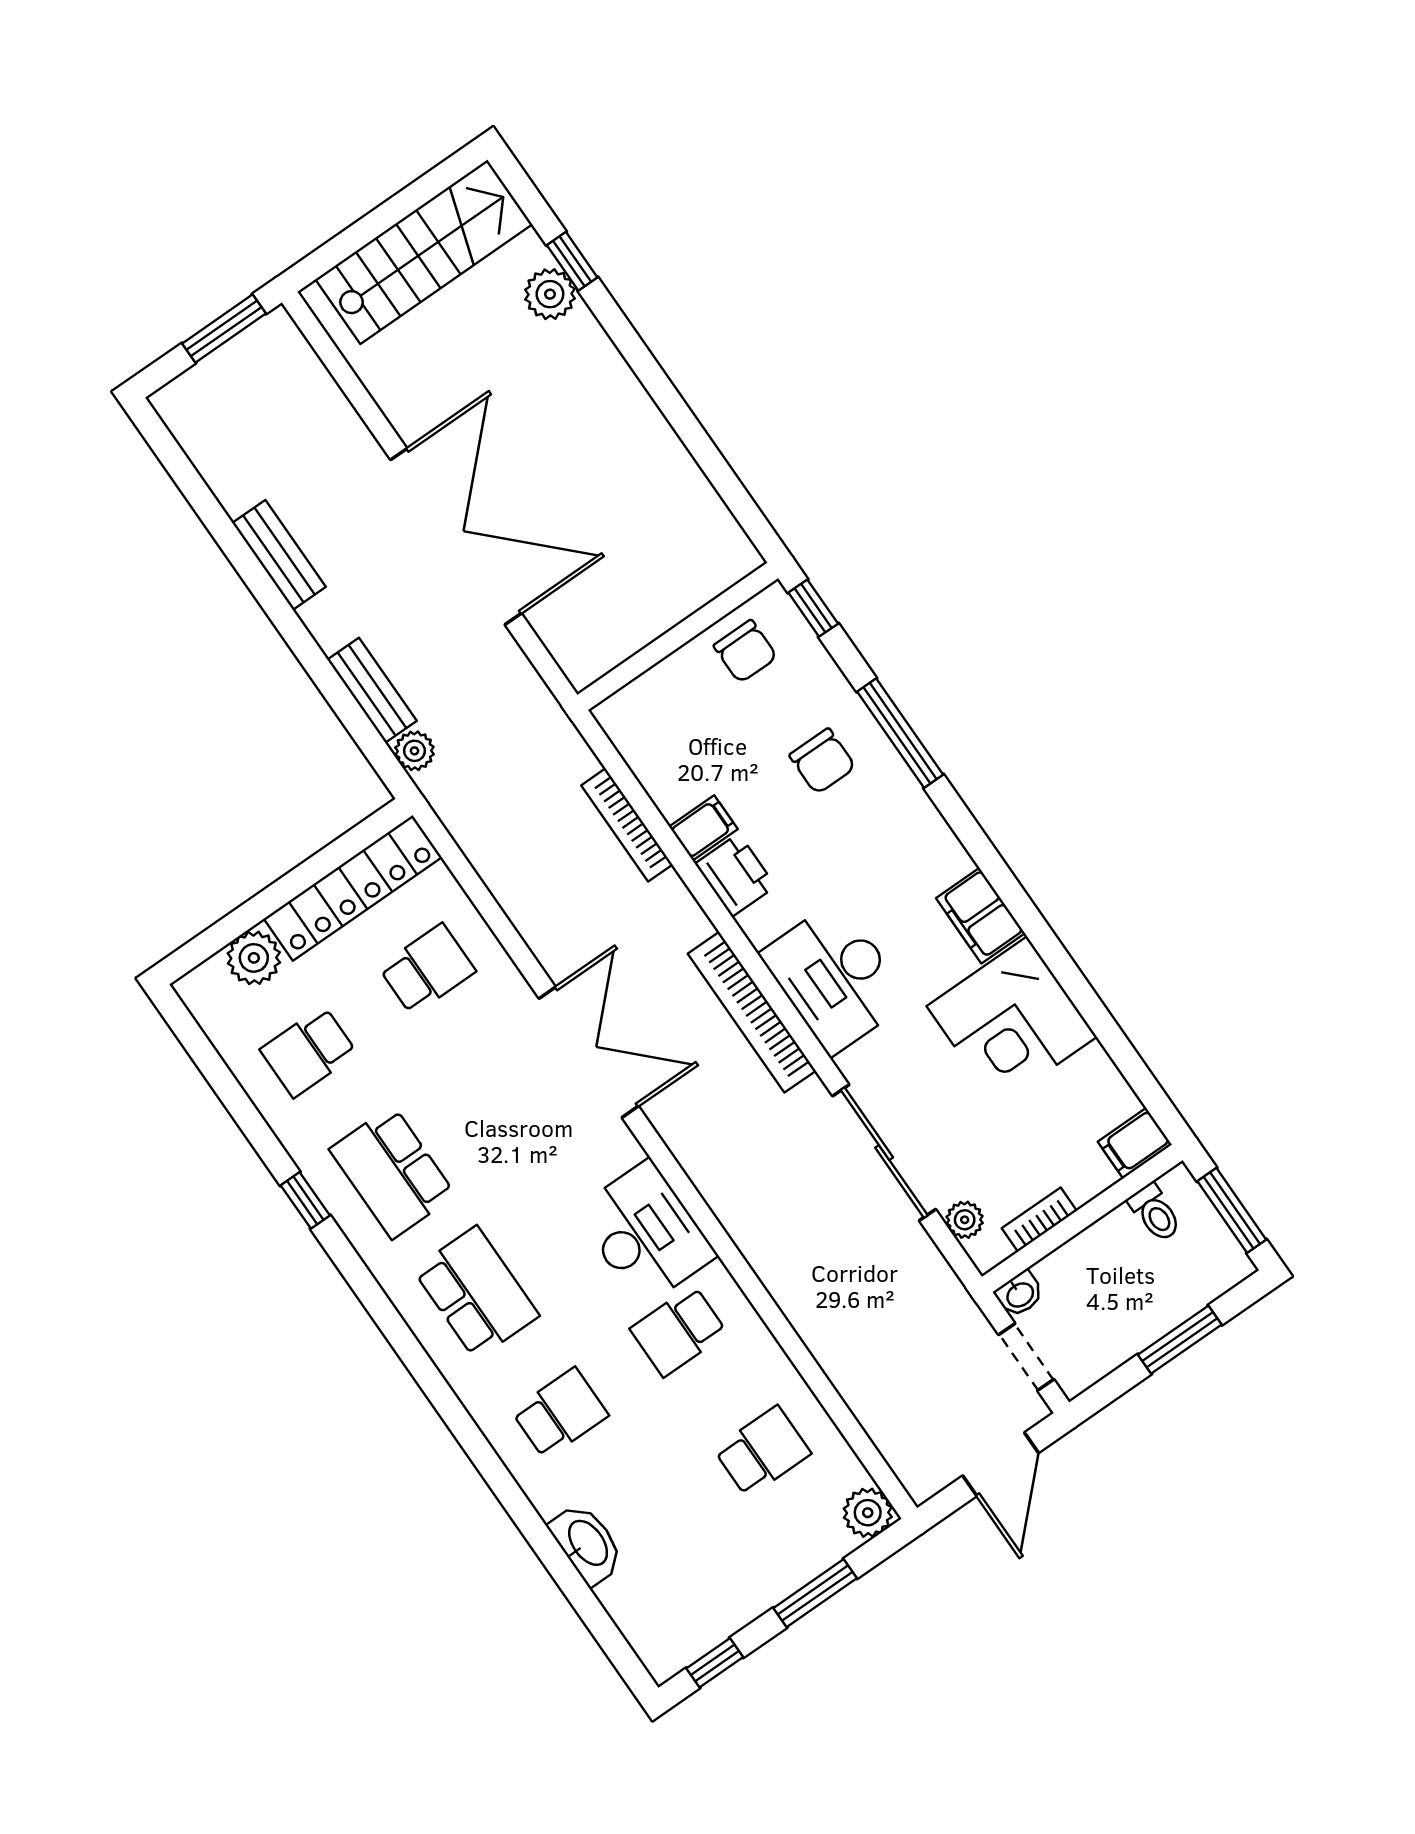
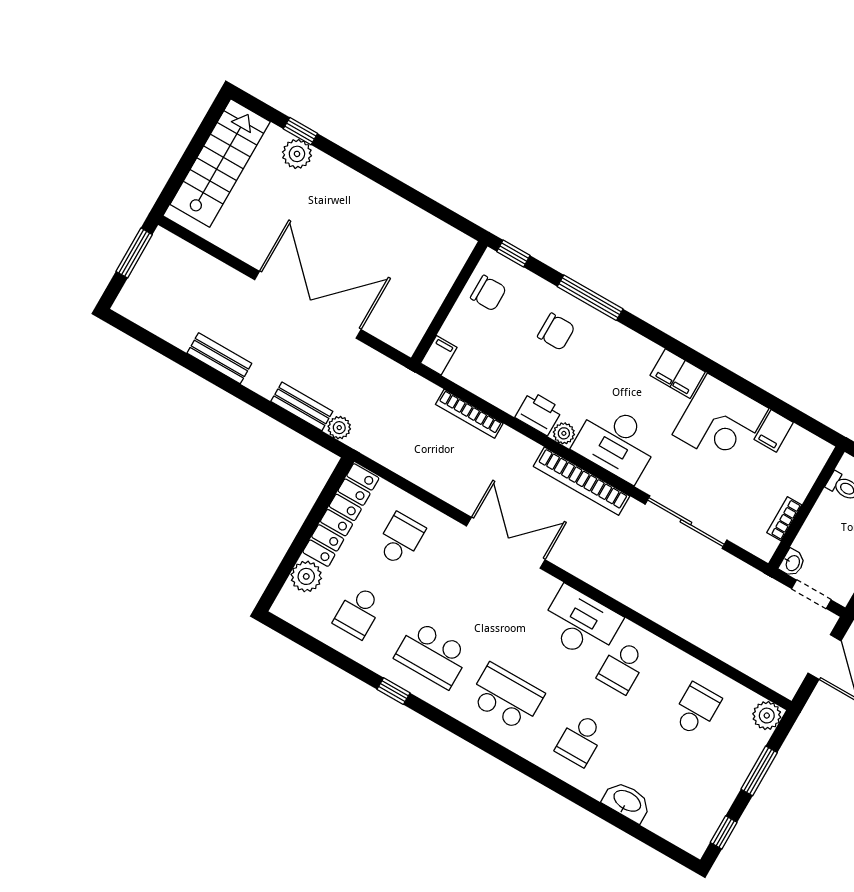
filing cabinet: (703, 828) -> (439, 355), moved
filing cabinet: (1135, 1143) -> (774, 431), moved
plant: (965, 1220) -> (564, 433), moved
school desk: (560, 1413) -> (580, 740), turned 180

